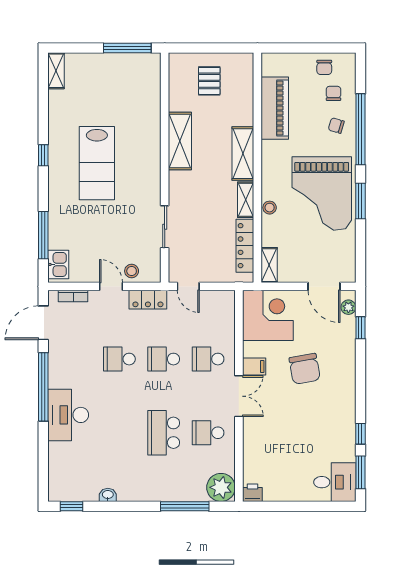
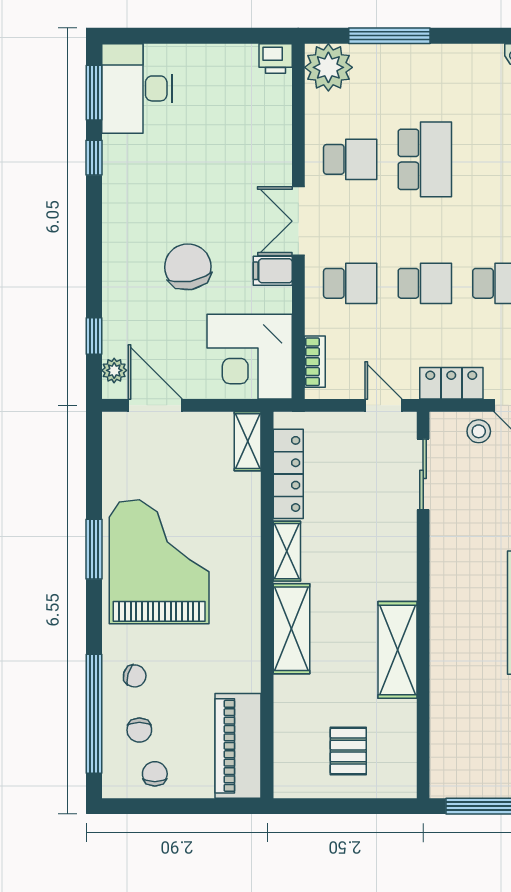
piano: (275, 108) -> (238, 746), moved
window: (360, 129) -> (94, 714), moved
stool: (270, 208) -> (247, 538), removed
sliding door: (165, 227) -> (423, 474), moved
bookcase: (229, 312) -> (315, 362), added
desk: (335, 482) -> (137, 88), width x1.37

